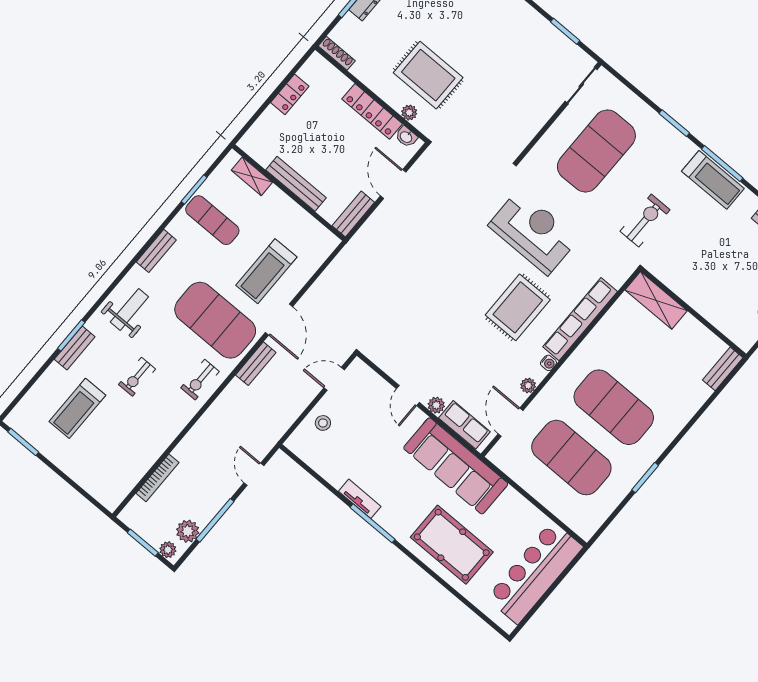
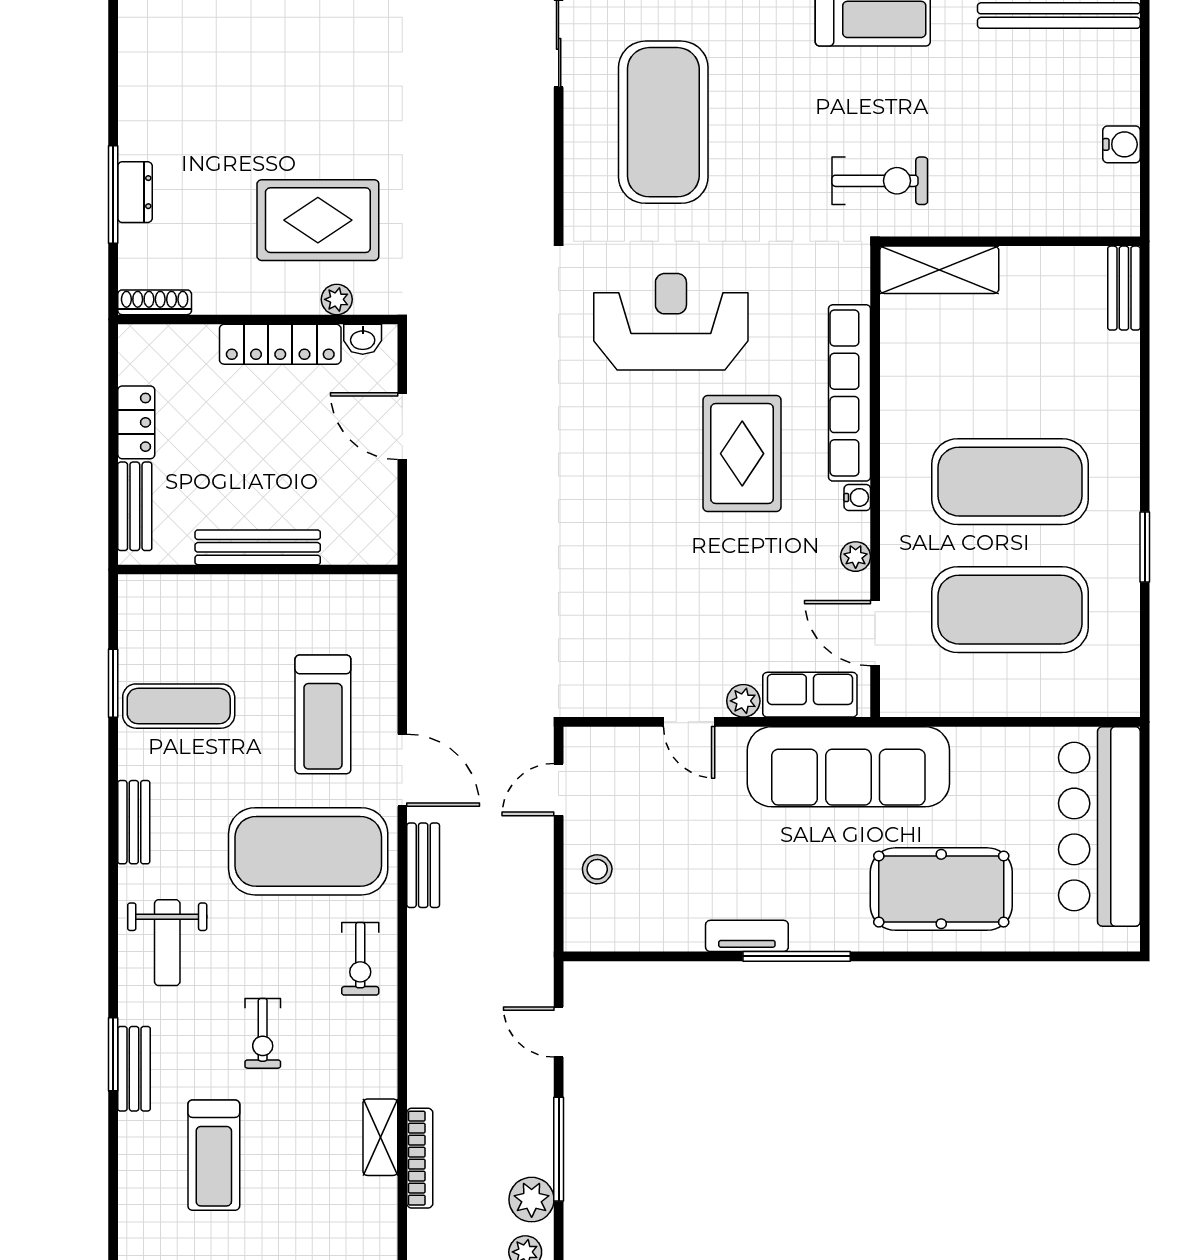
shelving: (252, 176) -> (380, 1137), moved, turned 90
bench: (353, 214) -> (135, 506), moved
exercise bike: (645, 220) -> (880, 181), moved, turned 90
weight bench: (129, 309) -> (167, 943), turned 180

